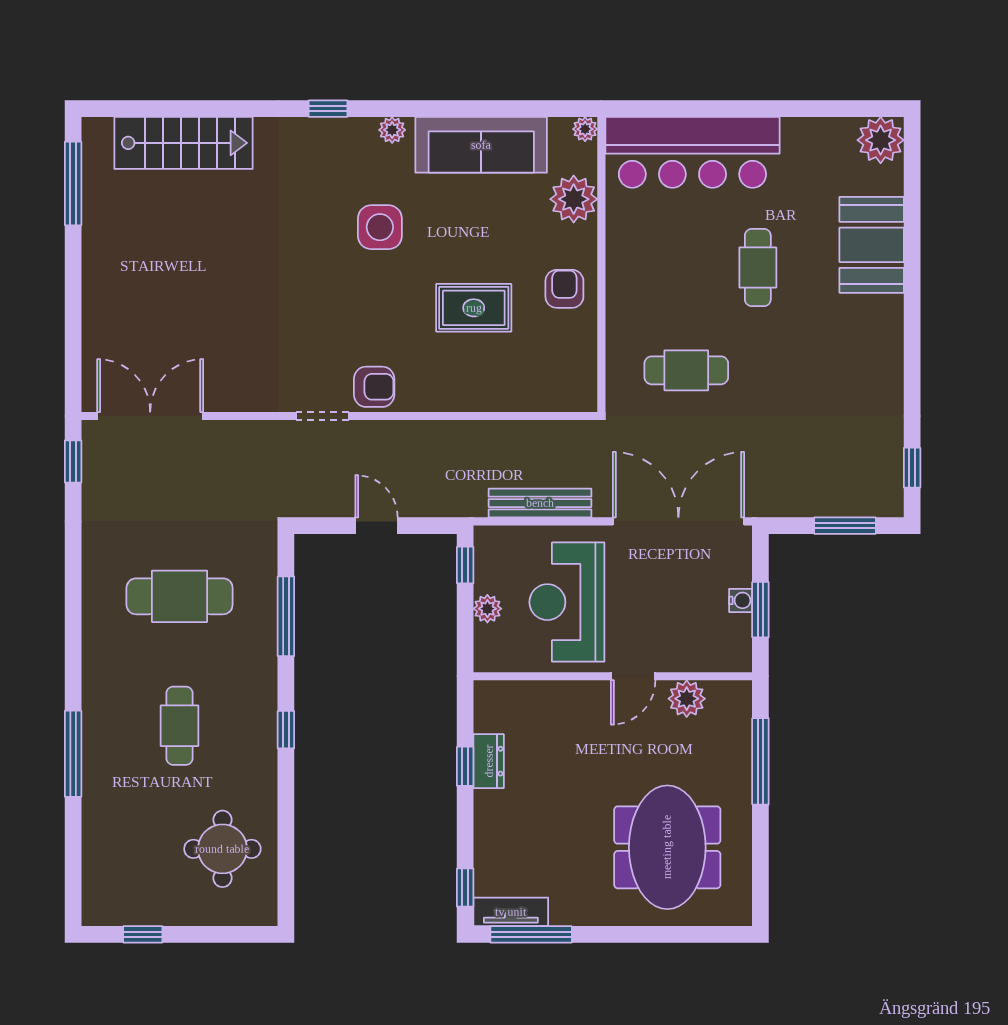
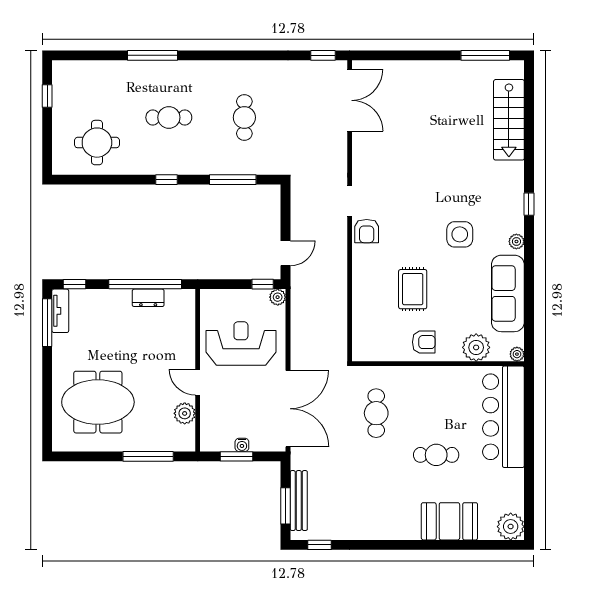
bench: (540, 503) -> (299, 501), moved
door: (376, 526) -> (286, 253), moved
cafe table: (180, 596) -> (244, 117), width x0.73, depth x0.74
plant: (487, 609) -> (278, 297), moved
window: (465, 766) -> (145, 284), width x3.17

